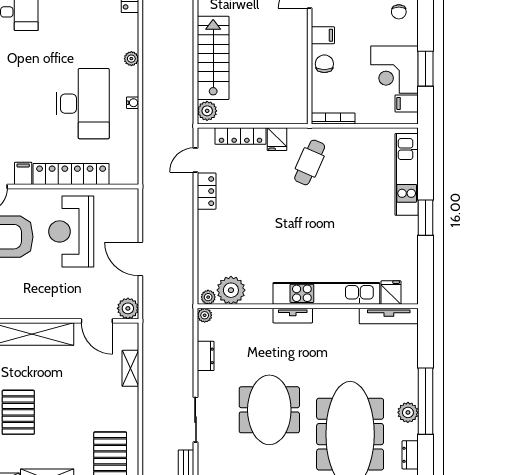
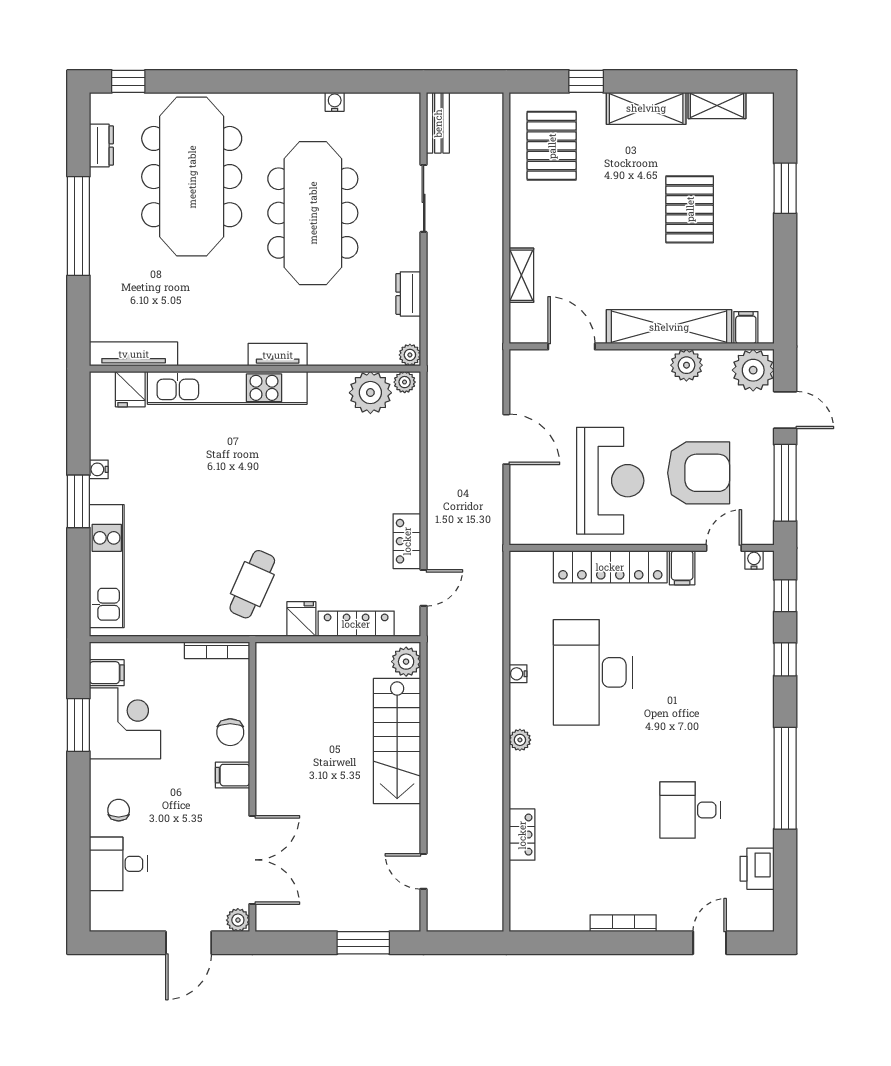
water cooler: (412, 239) -> (99, 469), added
plant: (128, 308) -> (686, 365), moved
meeting table: (269, 410) -> (313, 213), width x1.36
plant: (408, 412) -> (105, 209), removed

